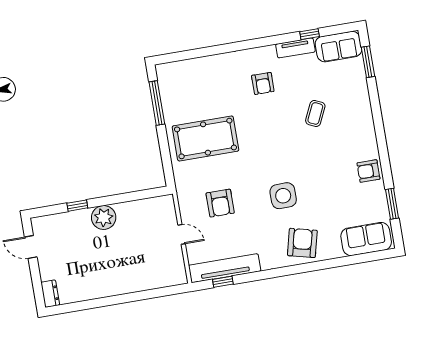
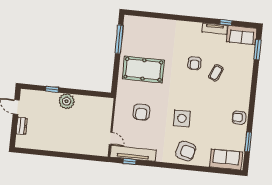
armchair: (263, 83) -> (194, 63), moved
door: (182, 234) -> (111, 138), moved
armchair: (302, 243) -> (186, 151), turned 90
dresser: (50, 294) -> (22, 126), moved

